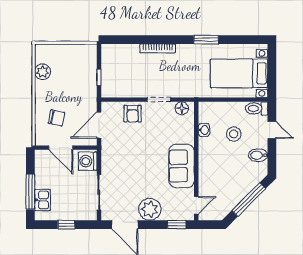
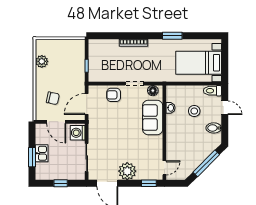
armchair: (133, 114) -> (114, 95), turned 90
sofa: (182, 166) -> (153, 118), moved
window: (30, 192) -> (32, 157), width x0.69
kitchen sink: (42, 200) -> (42, 153), moved

